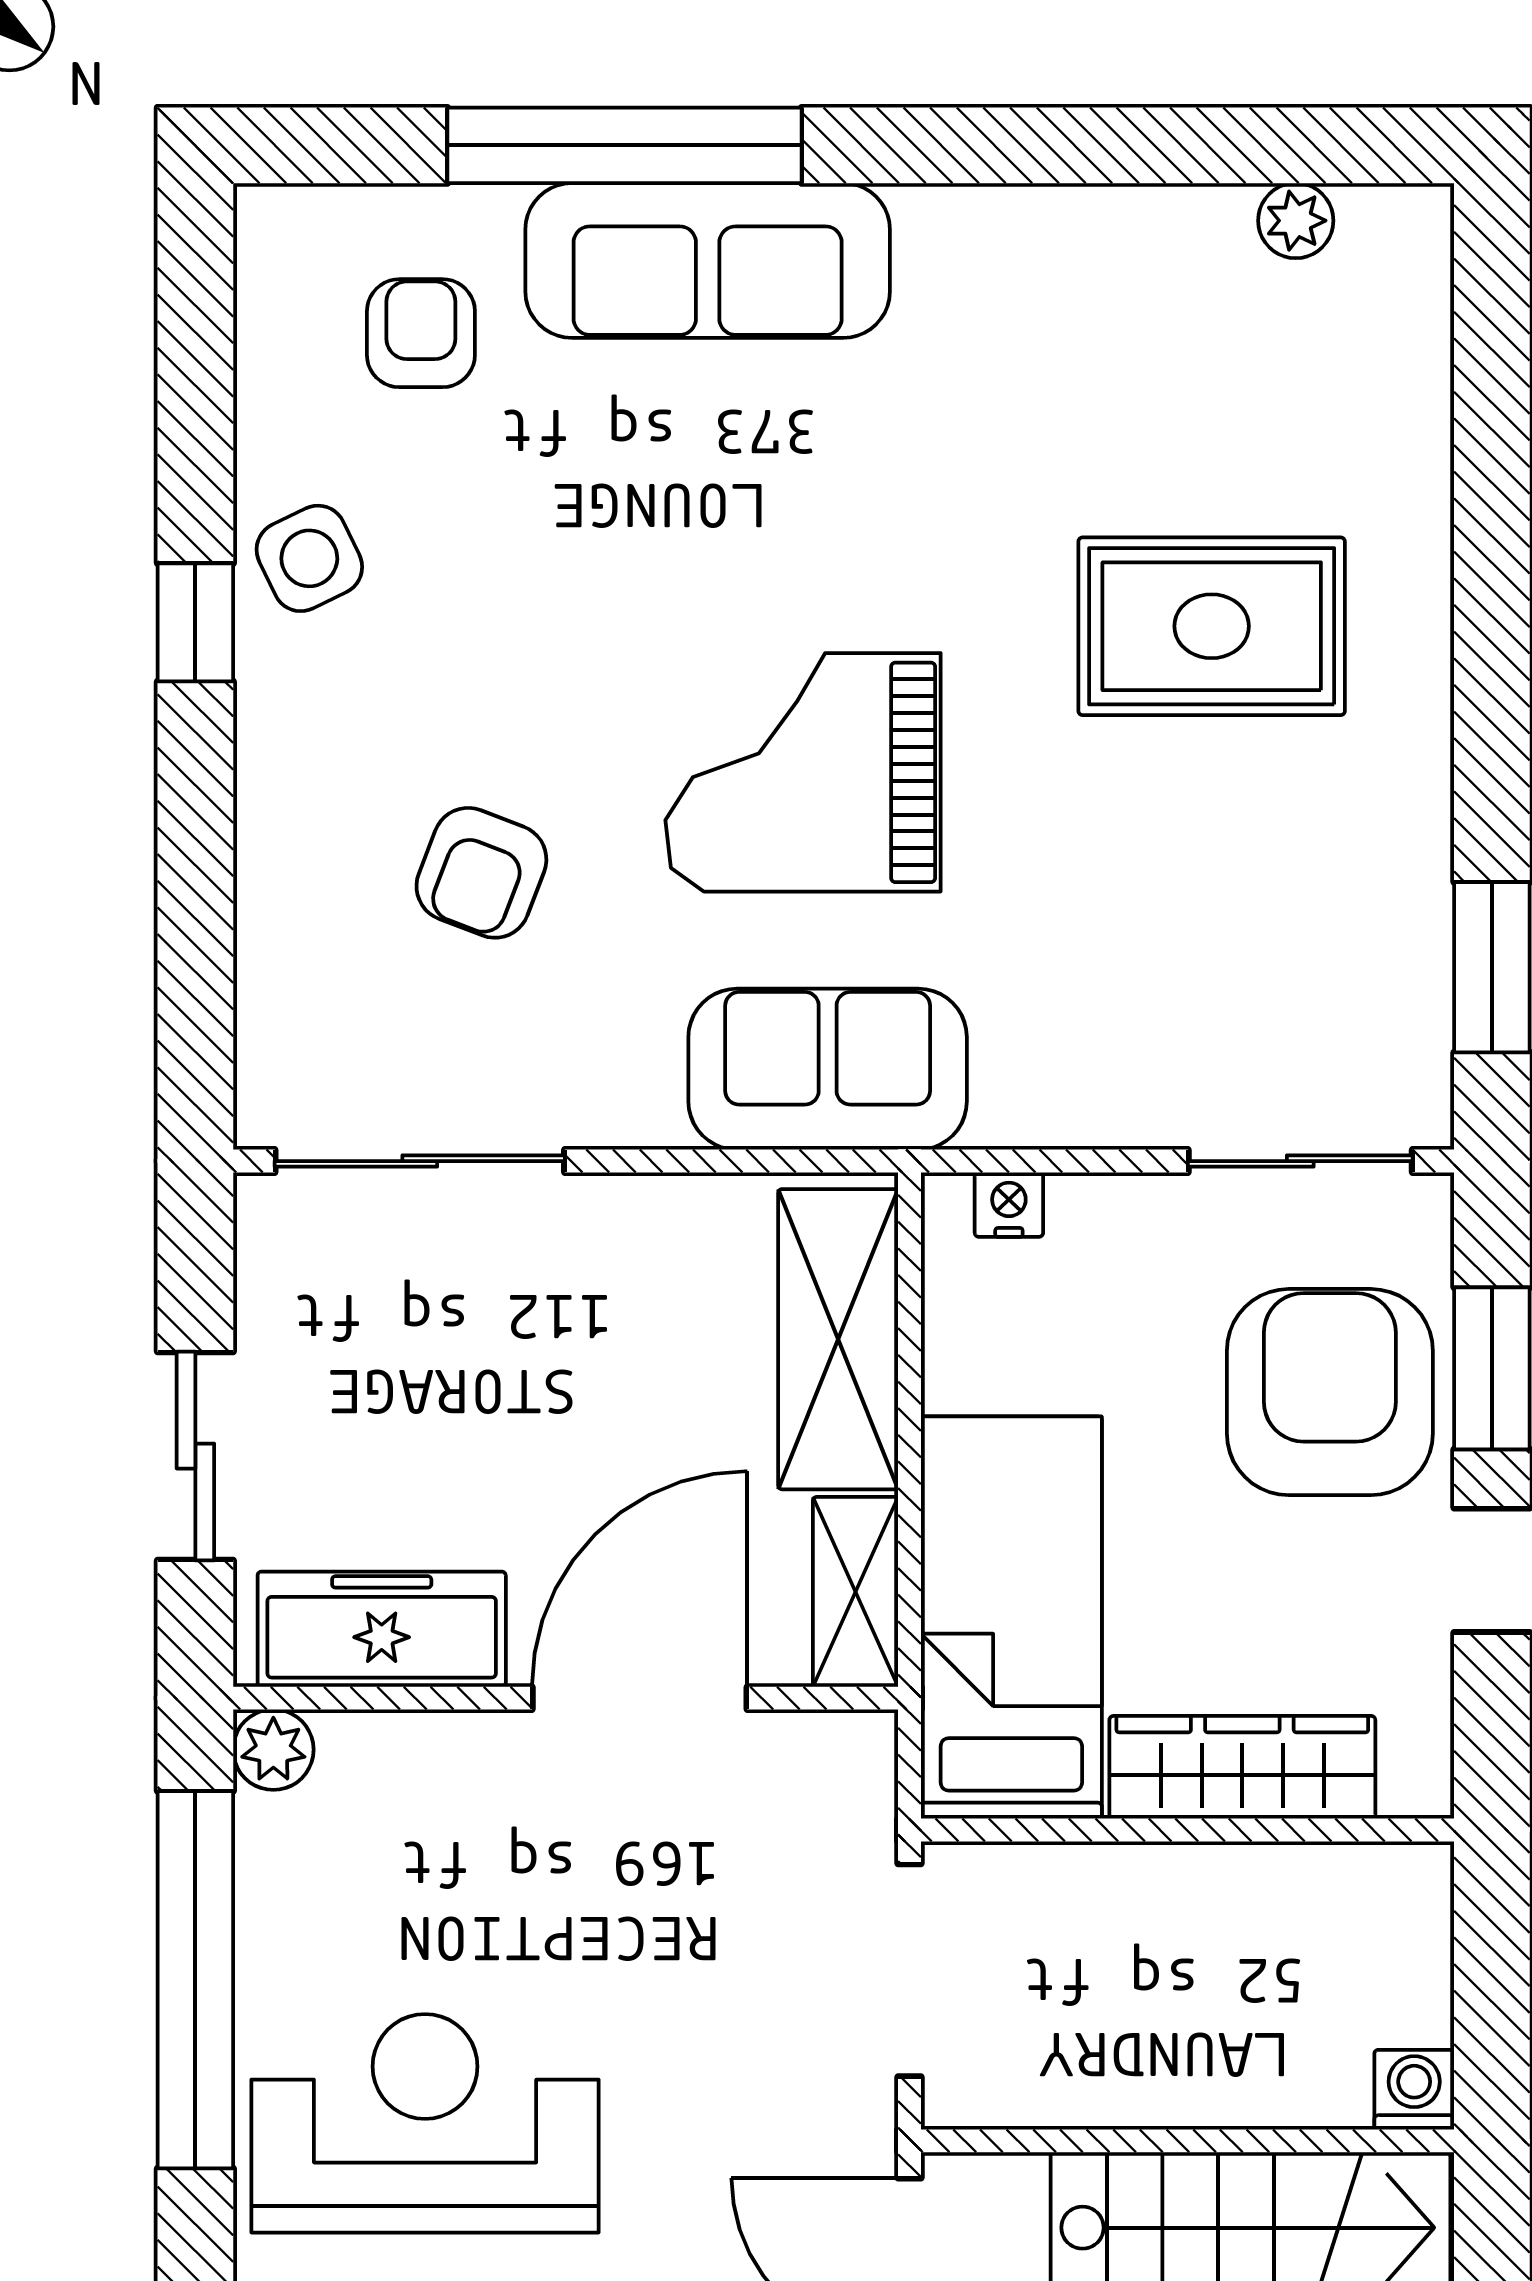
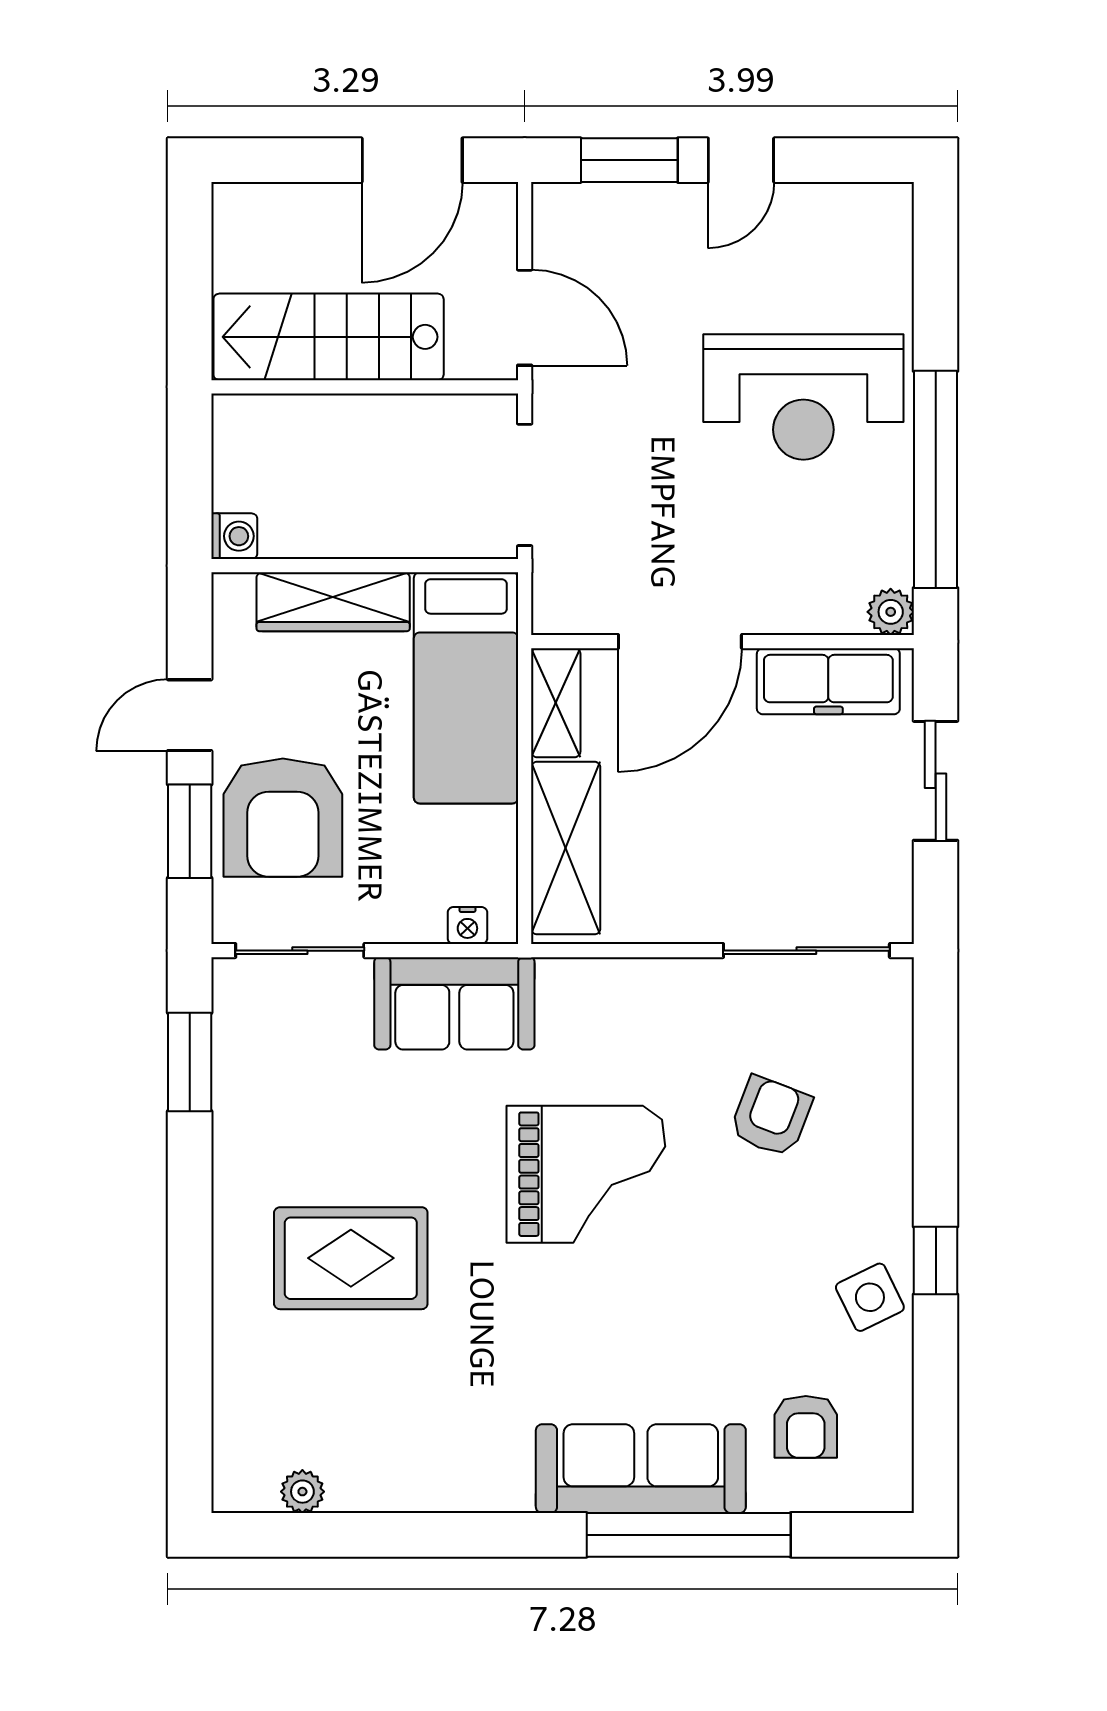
sofa: (828, 1069) -> (454, 1003), moved
washing machine: (1414, 2090) -> (234, 536), moved, turned -90

